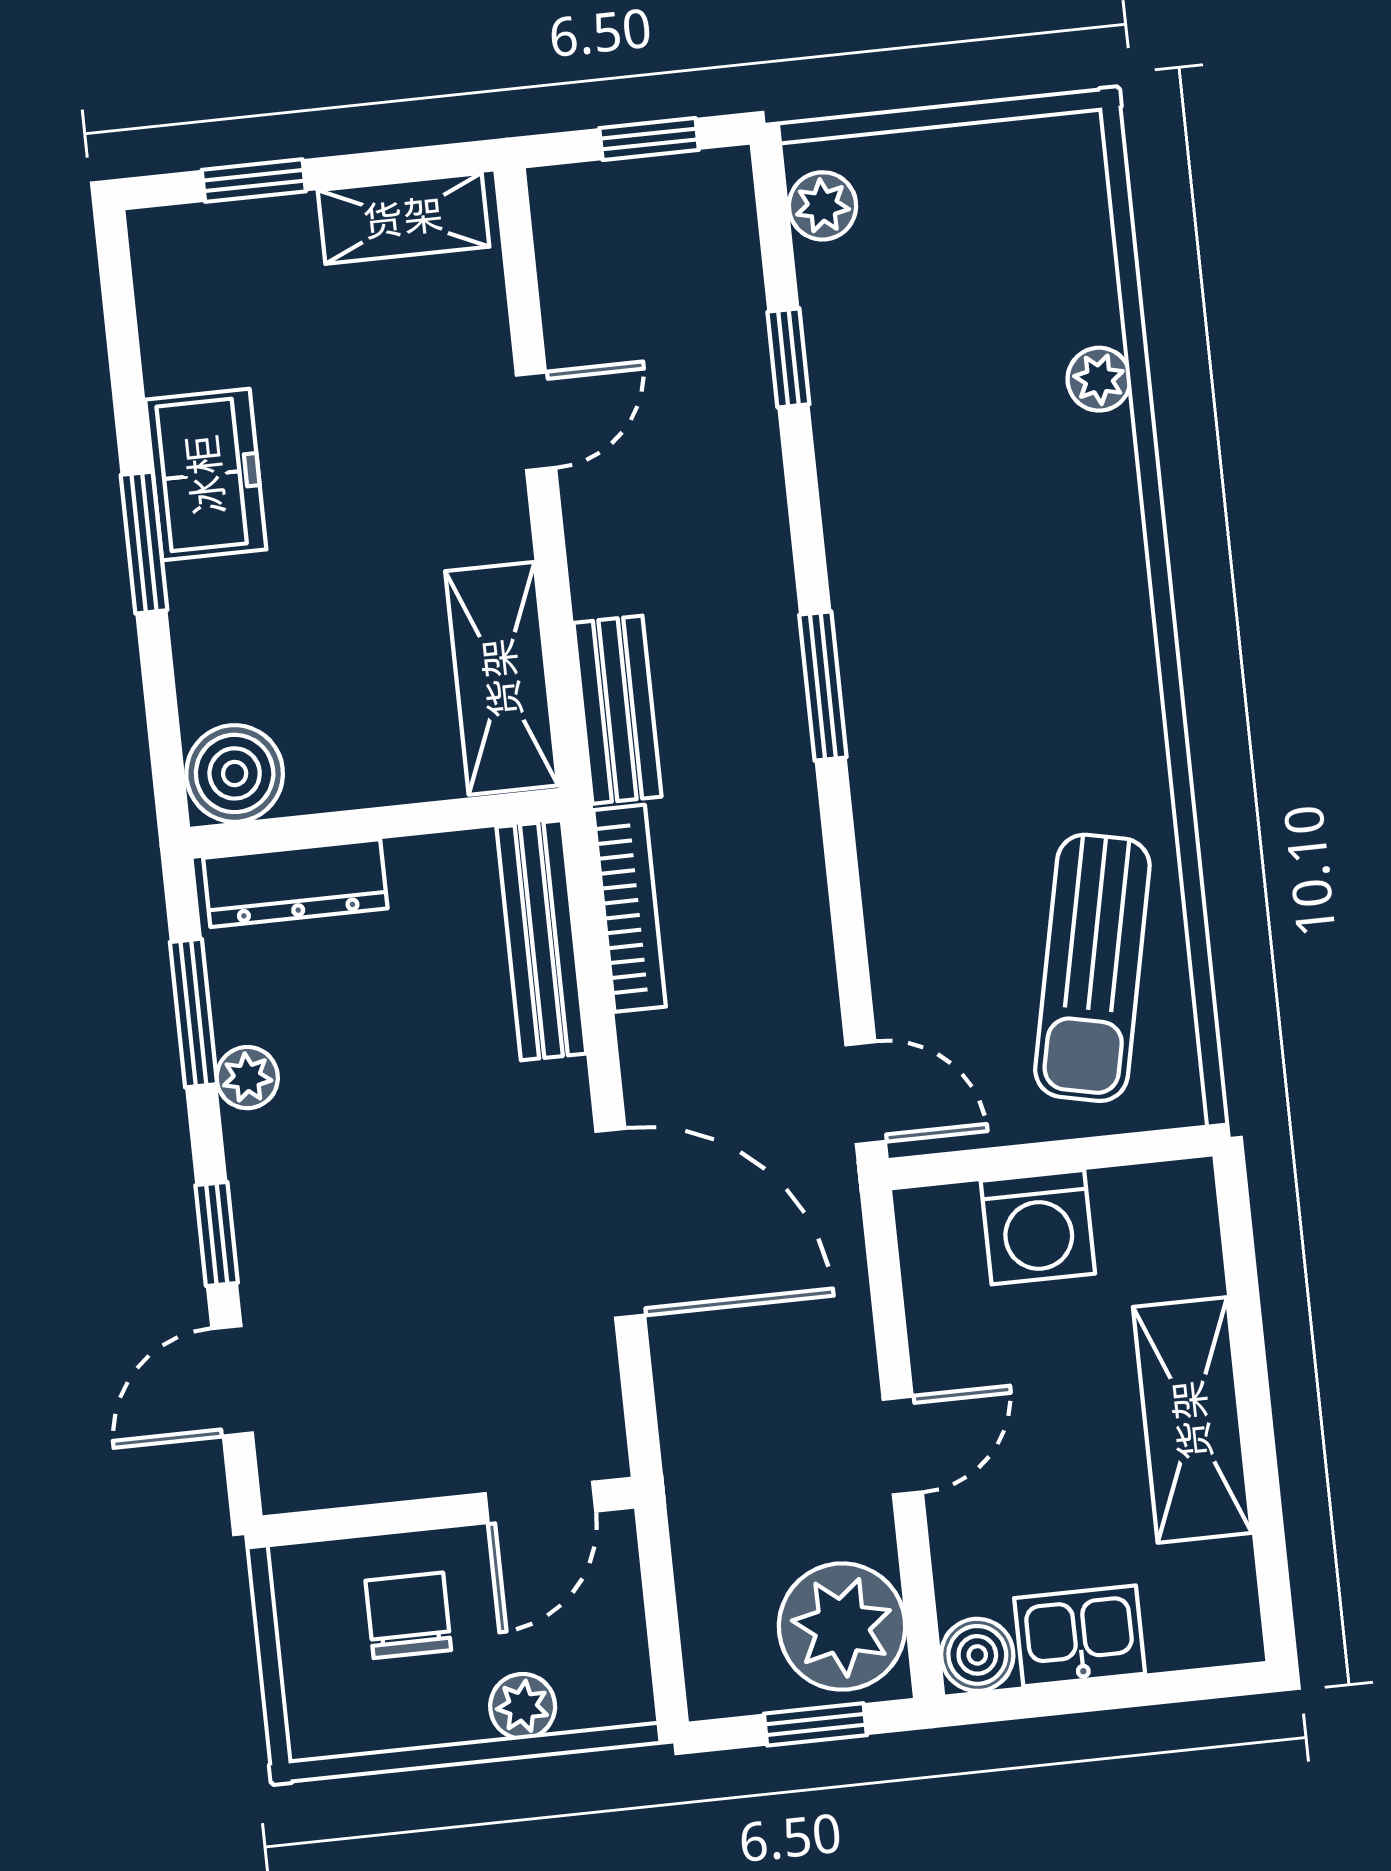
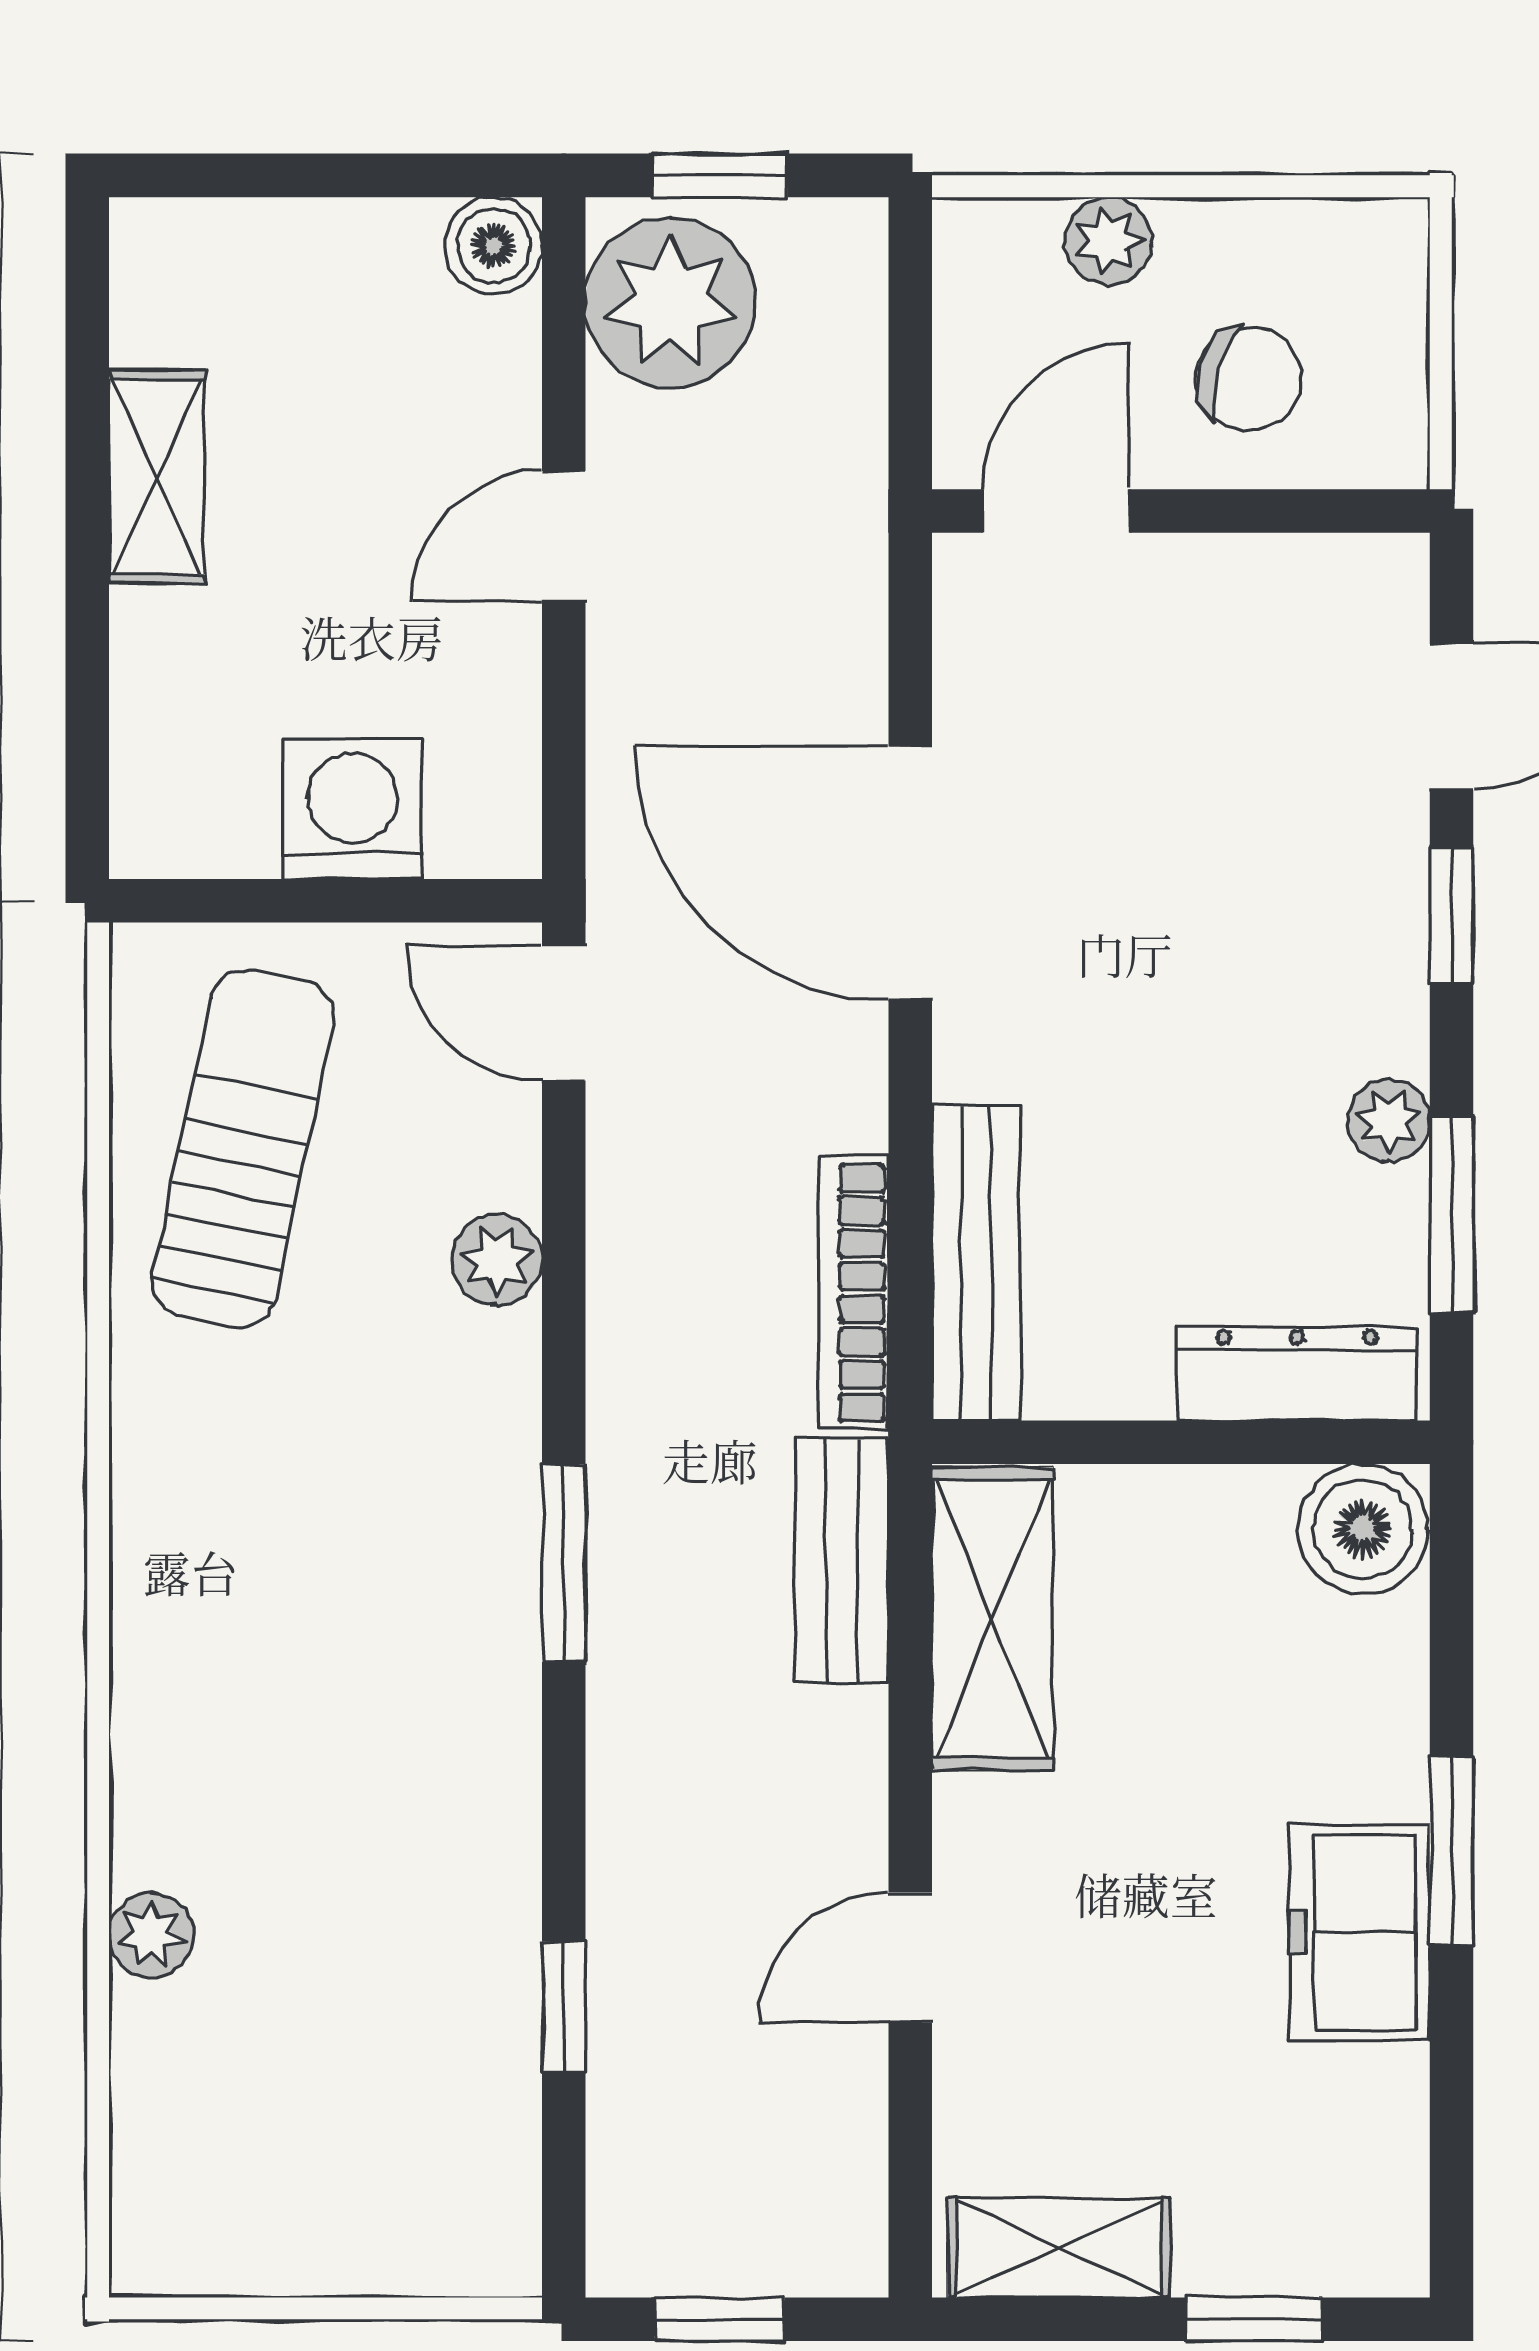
plant: (823, 206) -> (497, 1260), moved
shelving: (1192, 1420) -> (157, 477), width x0.67, depth x0.75
chair: (408, 1615) -> (1249, 379), turned -74
kitchen sink: (1080, 1636) -> (354, 257), removed

